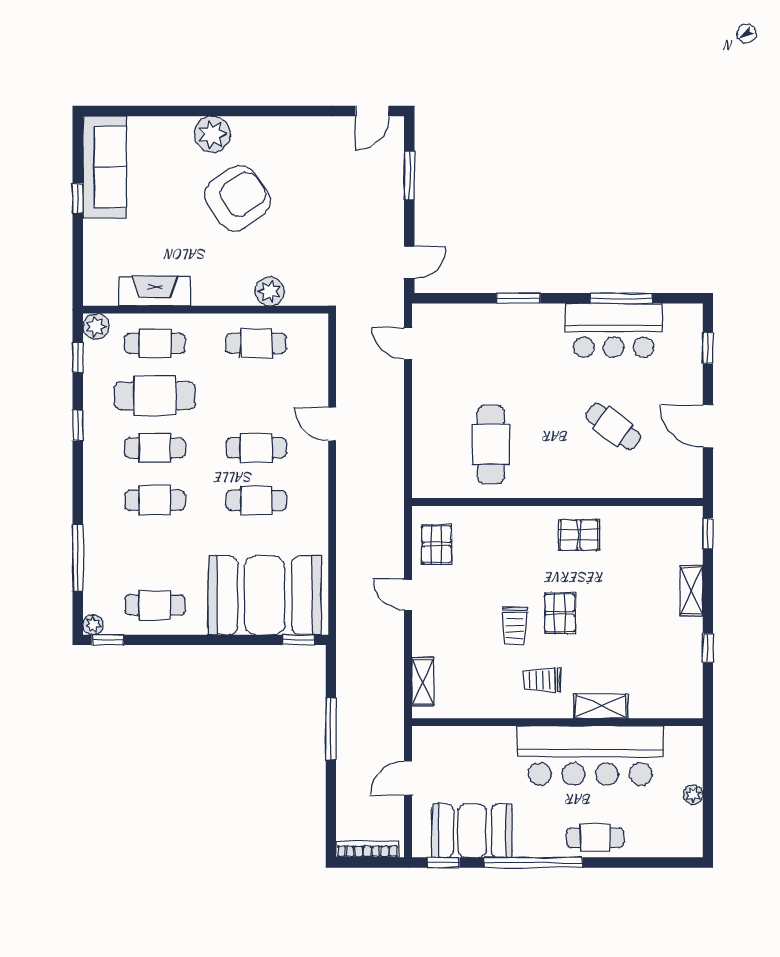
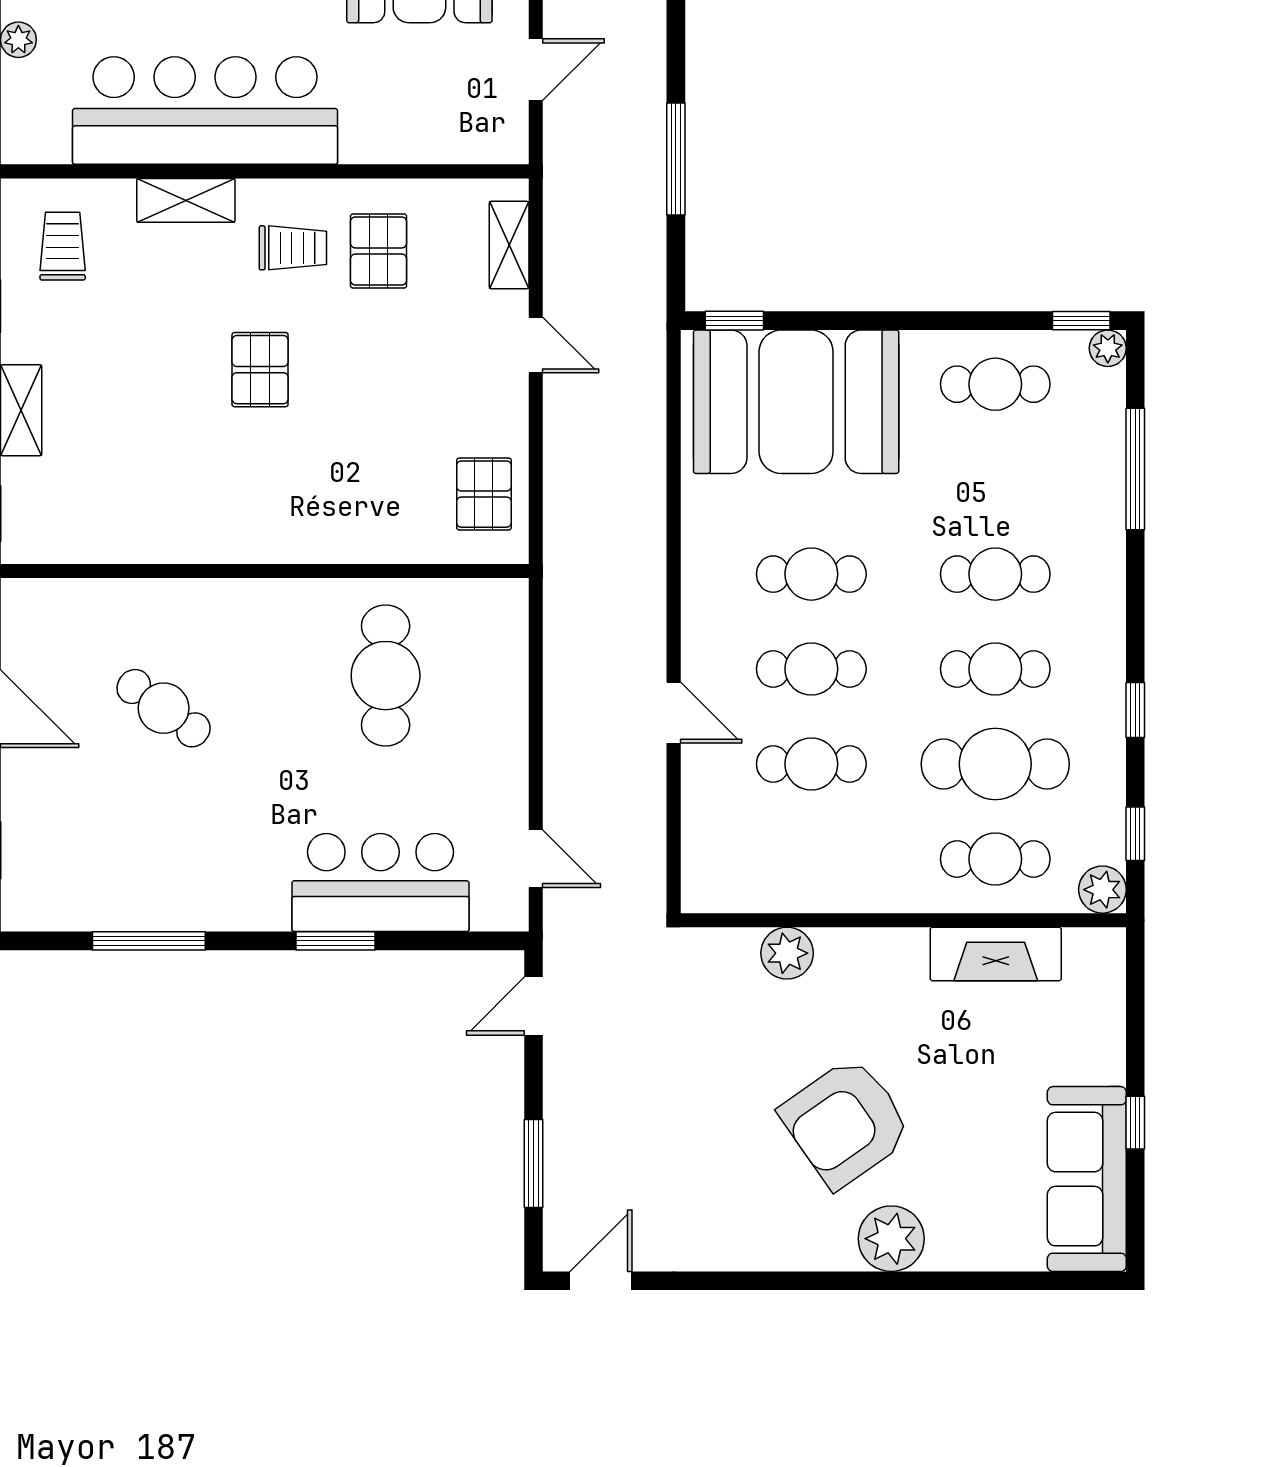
bar counter: (614, 330) -> (380, 883), moved
cafe table: (256, 343) -> (811, 764), moved
pallet: (579, 535) -> (379, 251), moved, turned 90
door: (408, 595) -> (536, 345), moved
trolley: (515, 626) -> (63, 246), moved

